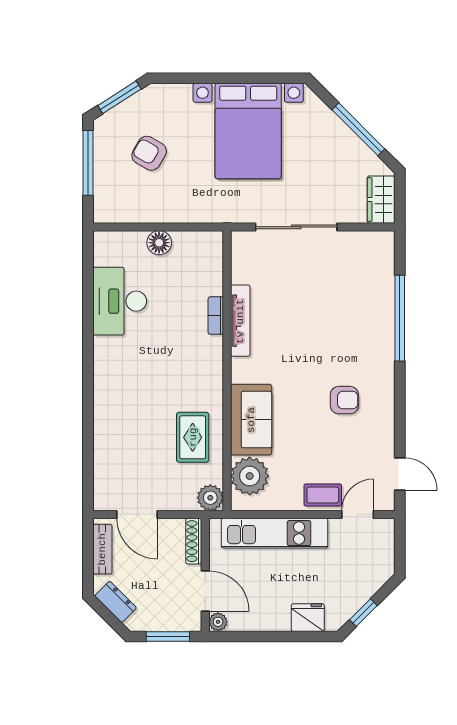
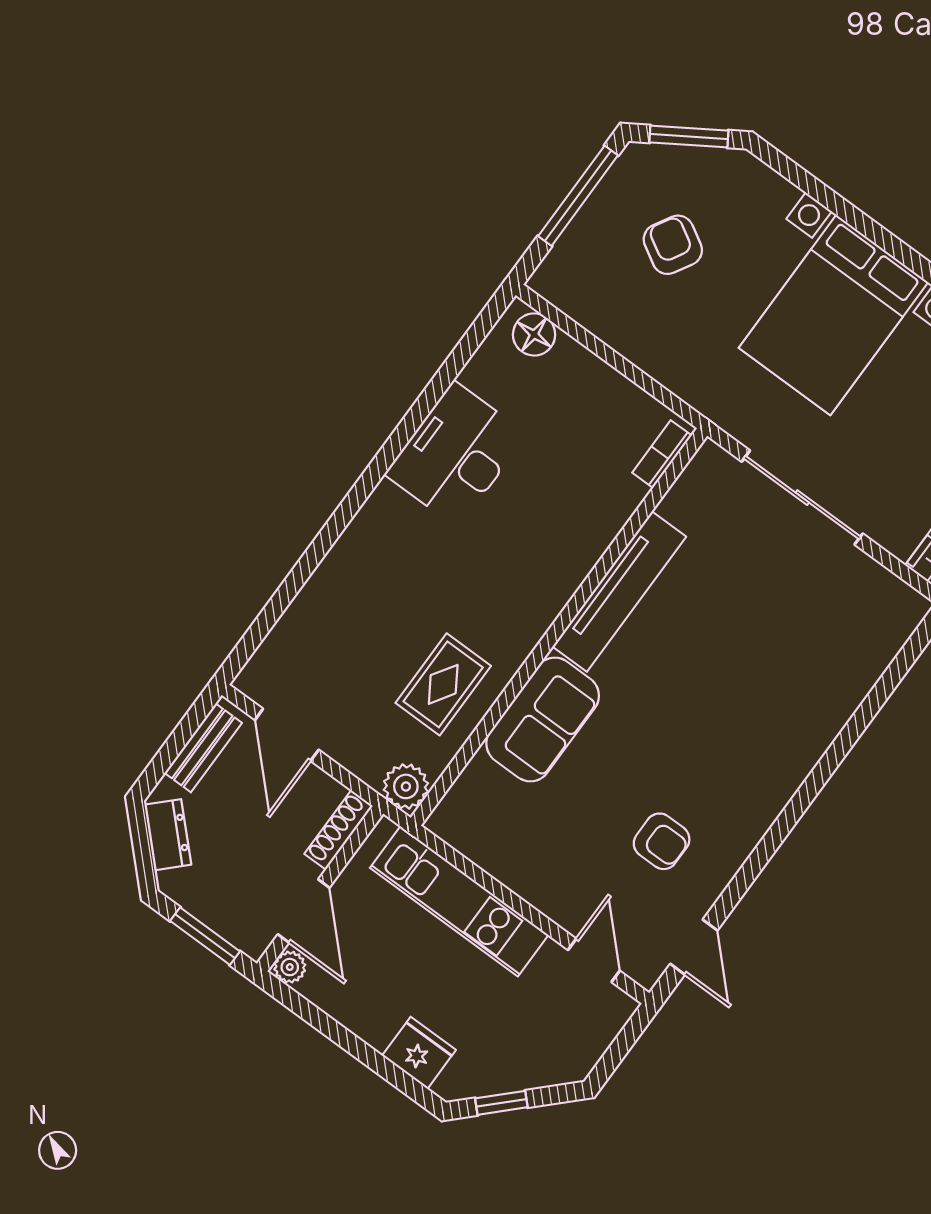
floor lamp: (159, 243) -> (534, 334), moved
desk: (120, 301) -> (456, 454), moved
bookcase: (216, 316) -> (662, 454), moved
window: (400, 318) -> (853, 730), removed
tv unit: (240, 321) -> (619, 592), width x1.36, depth x1.29
armchair: (344, 400) -> (662, 841), moved
plant: (250, 476) -> (483, 797), removed
coffee table: (323, 495) -> (565, 898), removed
door: (358, 514) -> (594, 960), hinge flipped

